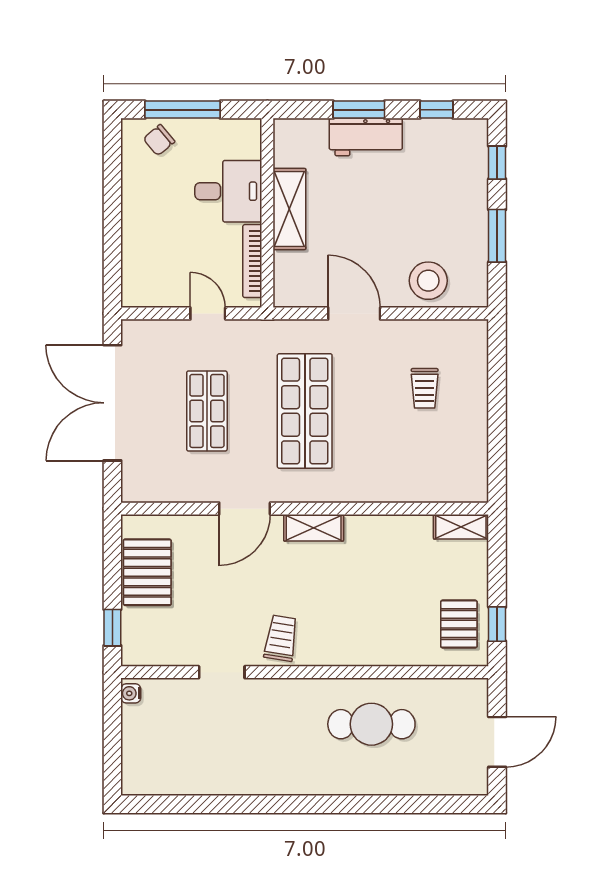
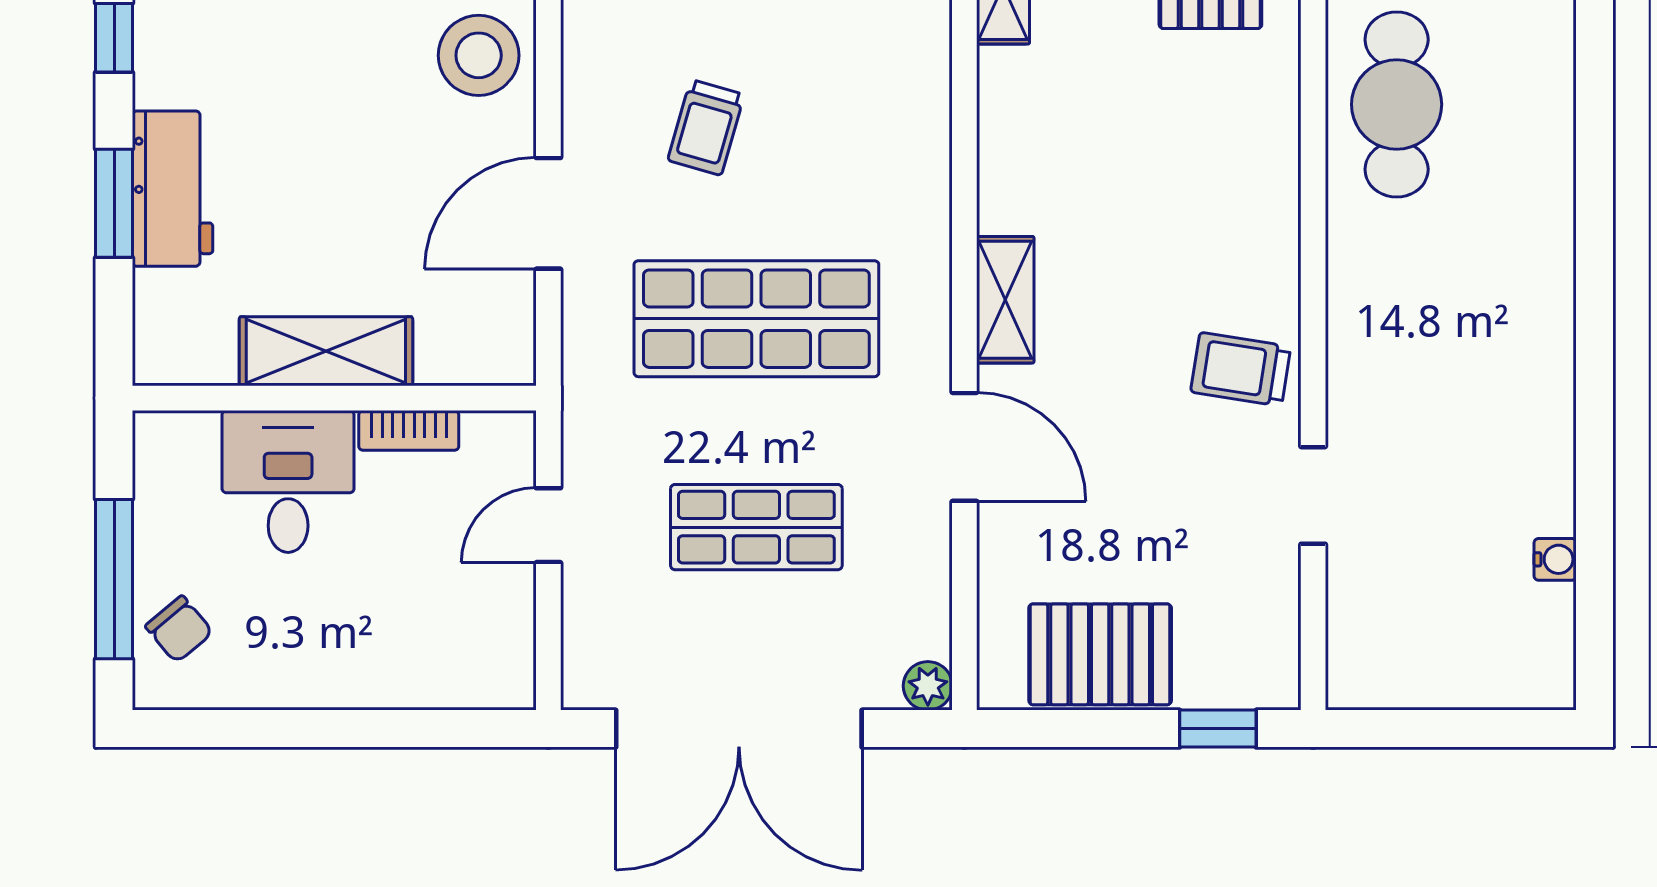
bookcase: (252, 261) -> (409, 430), width x0.64
trolley: (425, 388) -> (706, 127), moved, turned 106
plant: (132, 491) -> (928, 686), added
water cooler: (131, 693) -> (1555, 559), moved, turned -90
cafe table: (371, 724) -> (1397, 104), moved

